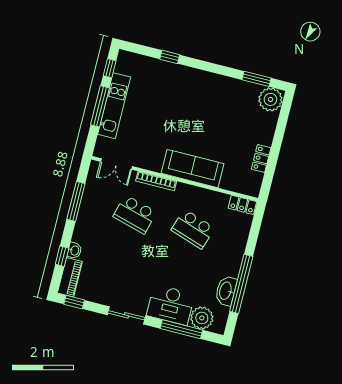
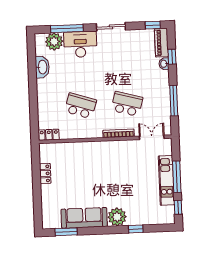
plant: (270, 99) -> (117, 217), moved
sofa: (193, 169) -> (84, 218), moved, turned 180
window: (241, 284) -> (32, 76), removed

